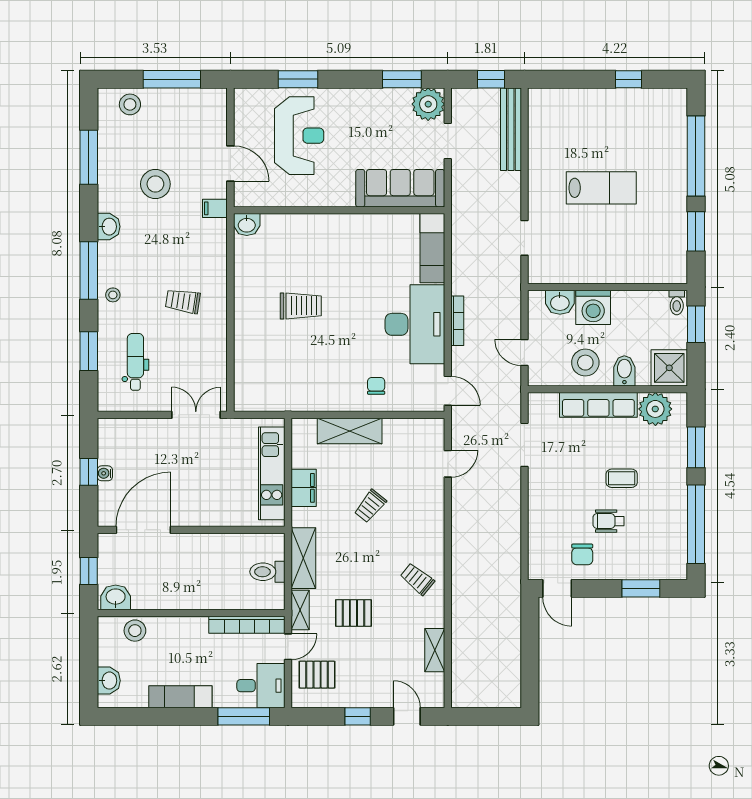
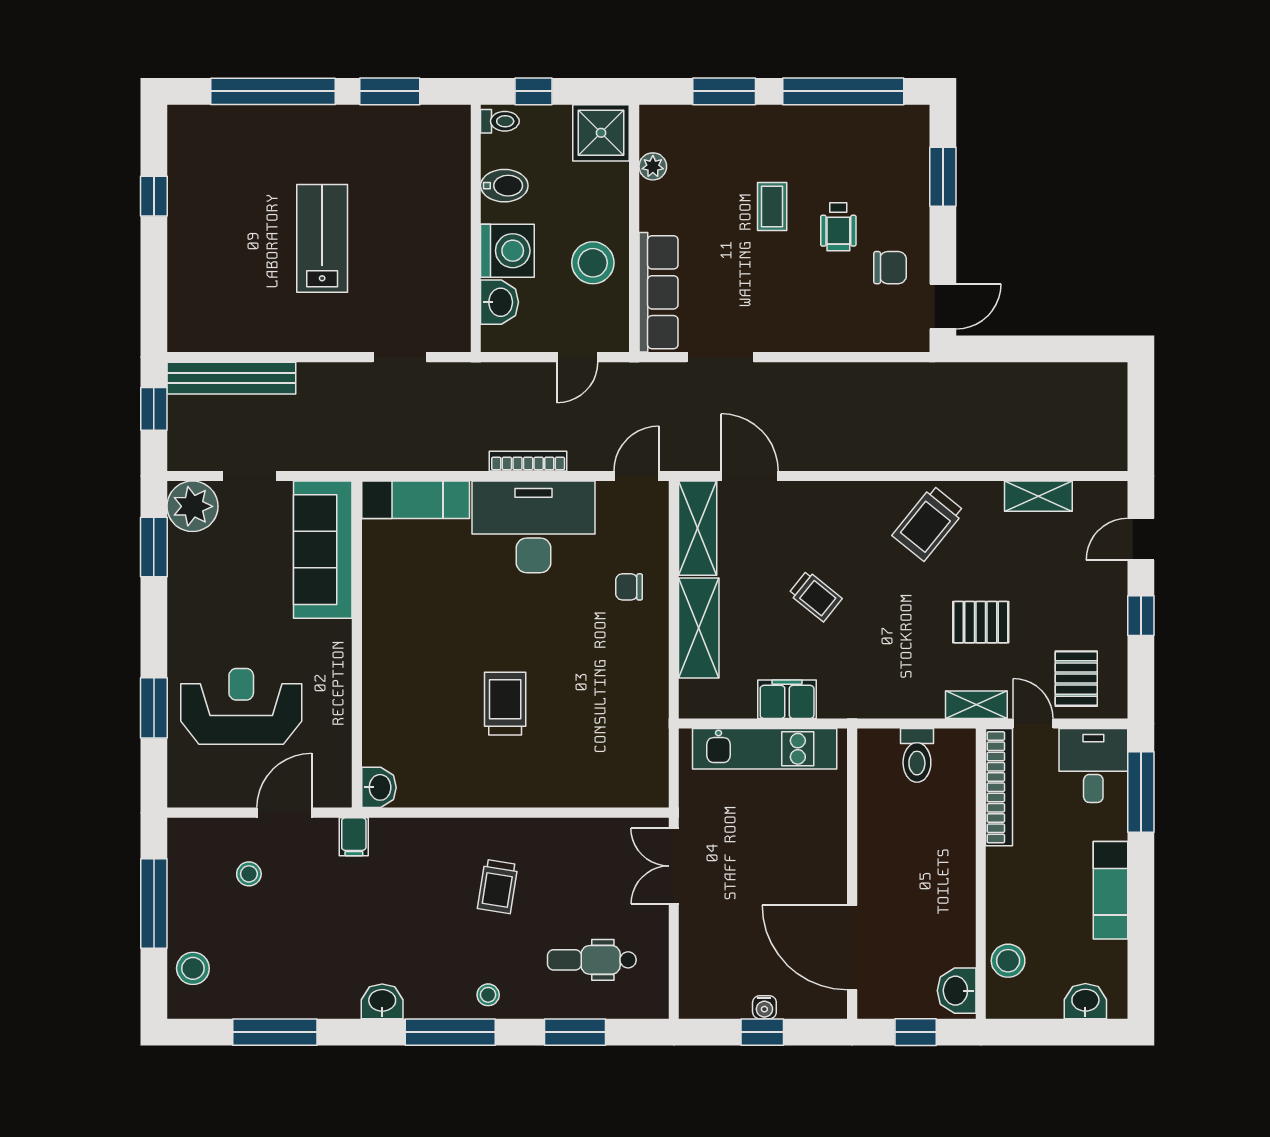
stool: (155, 184) -> (249, 874), moved, width x0.53, depth x0.53
window: (696, 324) -> (533, 91), width x0.67
bidet: (624, 371) -> (504, 186), moved, turned 180
row of seats: (598, 405) -> (659, 292), moved
plant: (655, 409) -> (653, 166), width x0.53, depth x0.53
door: (448, 464) -> (750, 476), width x1.38
shelving: (303, 558) -> (698, 528), moved, turned 90
trolley: (417, 579) -> (928, 523), width x1.36, depth x1.39
pallet: (353, 613) -> (981, 622), turned 90

